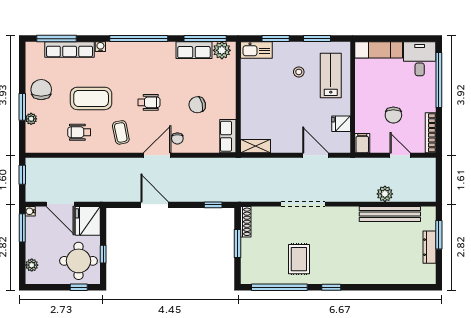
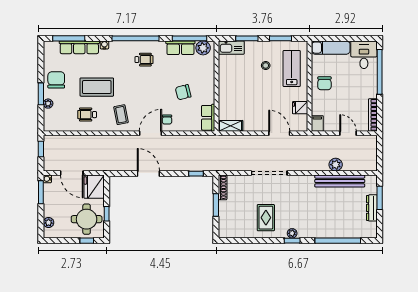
wheelchair: (149, 102) -> (144, 60), moved
chair: (393, 115) -> (324, 83), moved
plant: (331, 278) -> (292, 233), added
window: (279, 287) -> (338, 241), moved

